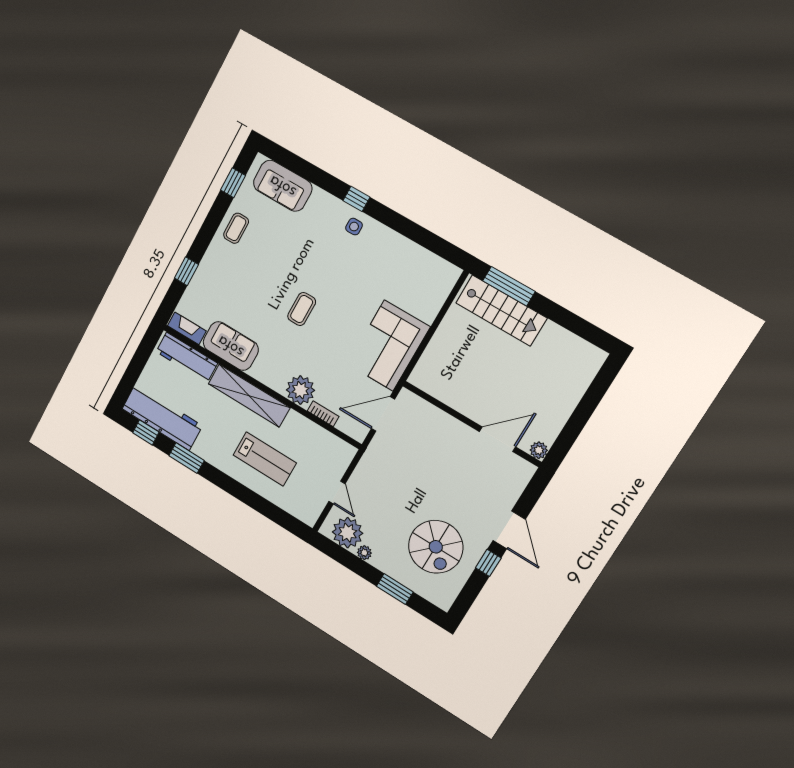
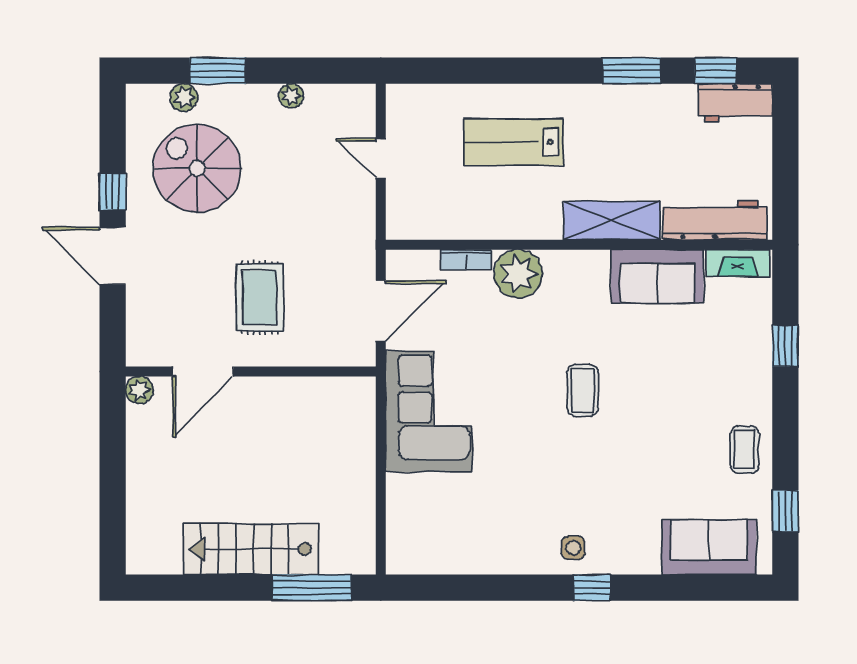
stairs: (501, 311) -> (251, 549), moved
shelving: (249, 396) -> (612, 220), width x0.68
workbench: (162, 417) -> (735, 103), width x0.53, depth x0.76
rug: (443, 460) -> (260, 297), added
plant: (348, 533) -> (184, 98), moved, width x0.53, depth x0.53

